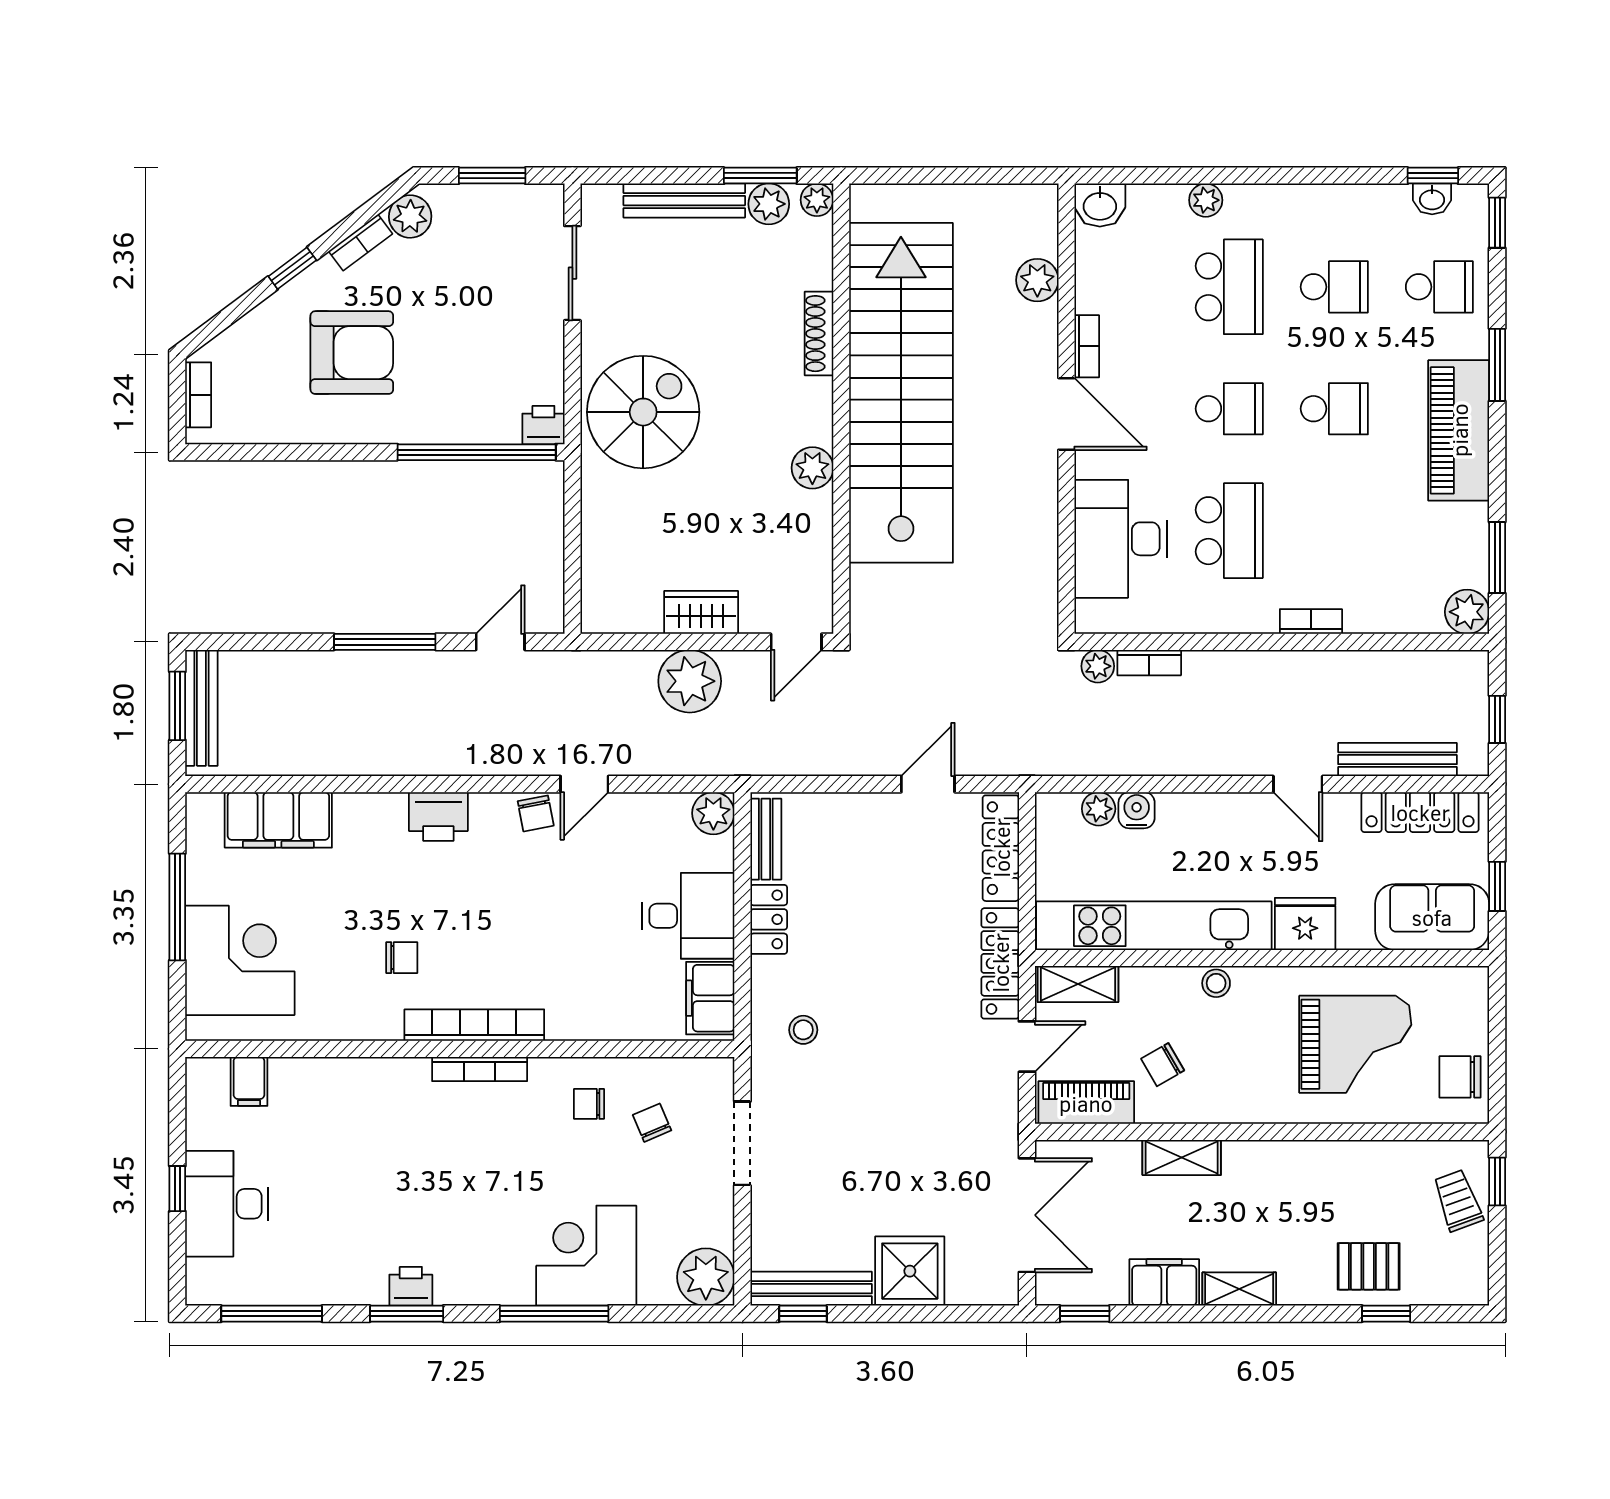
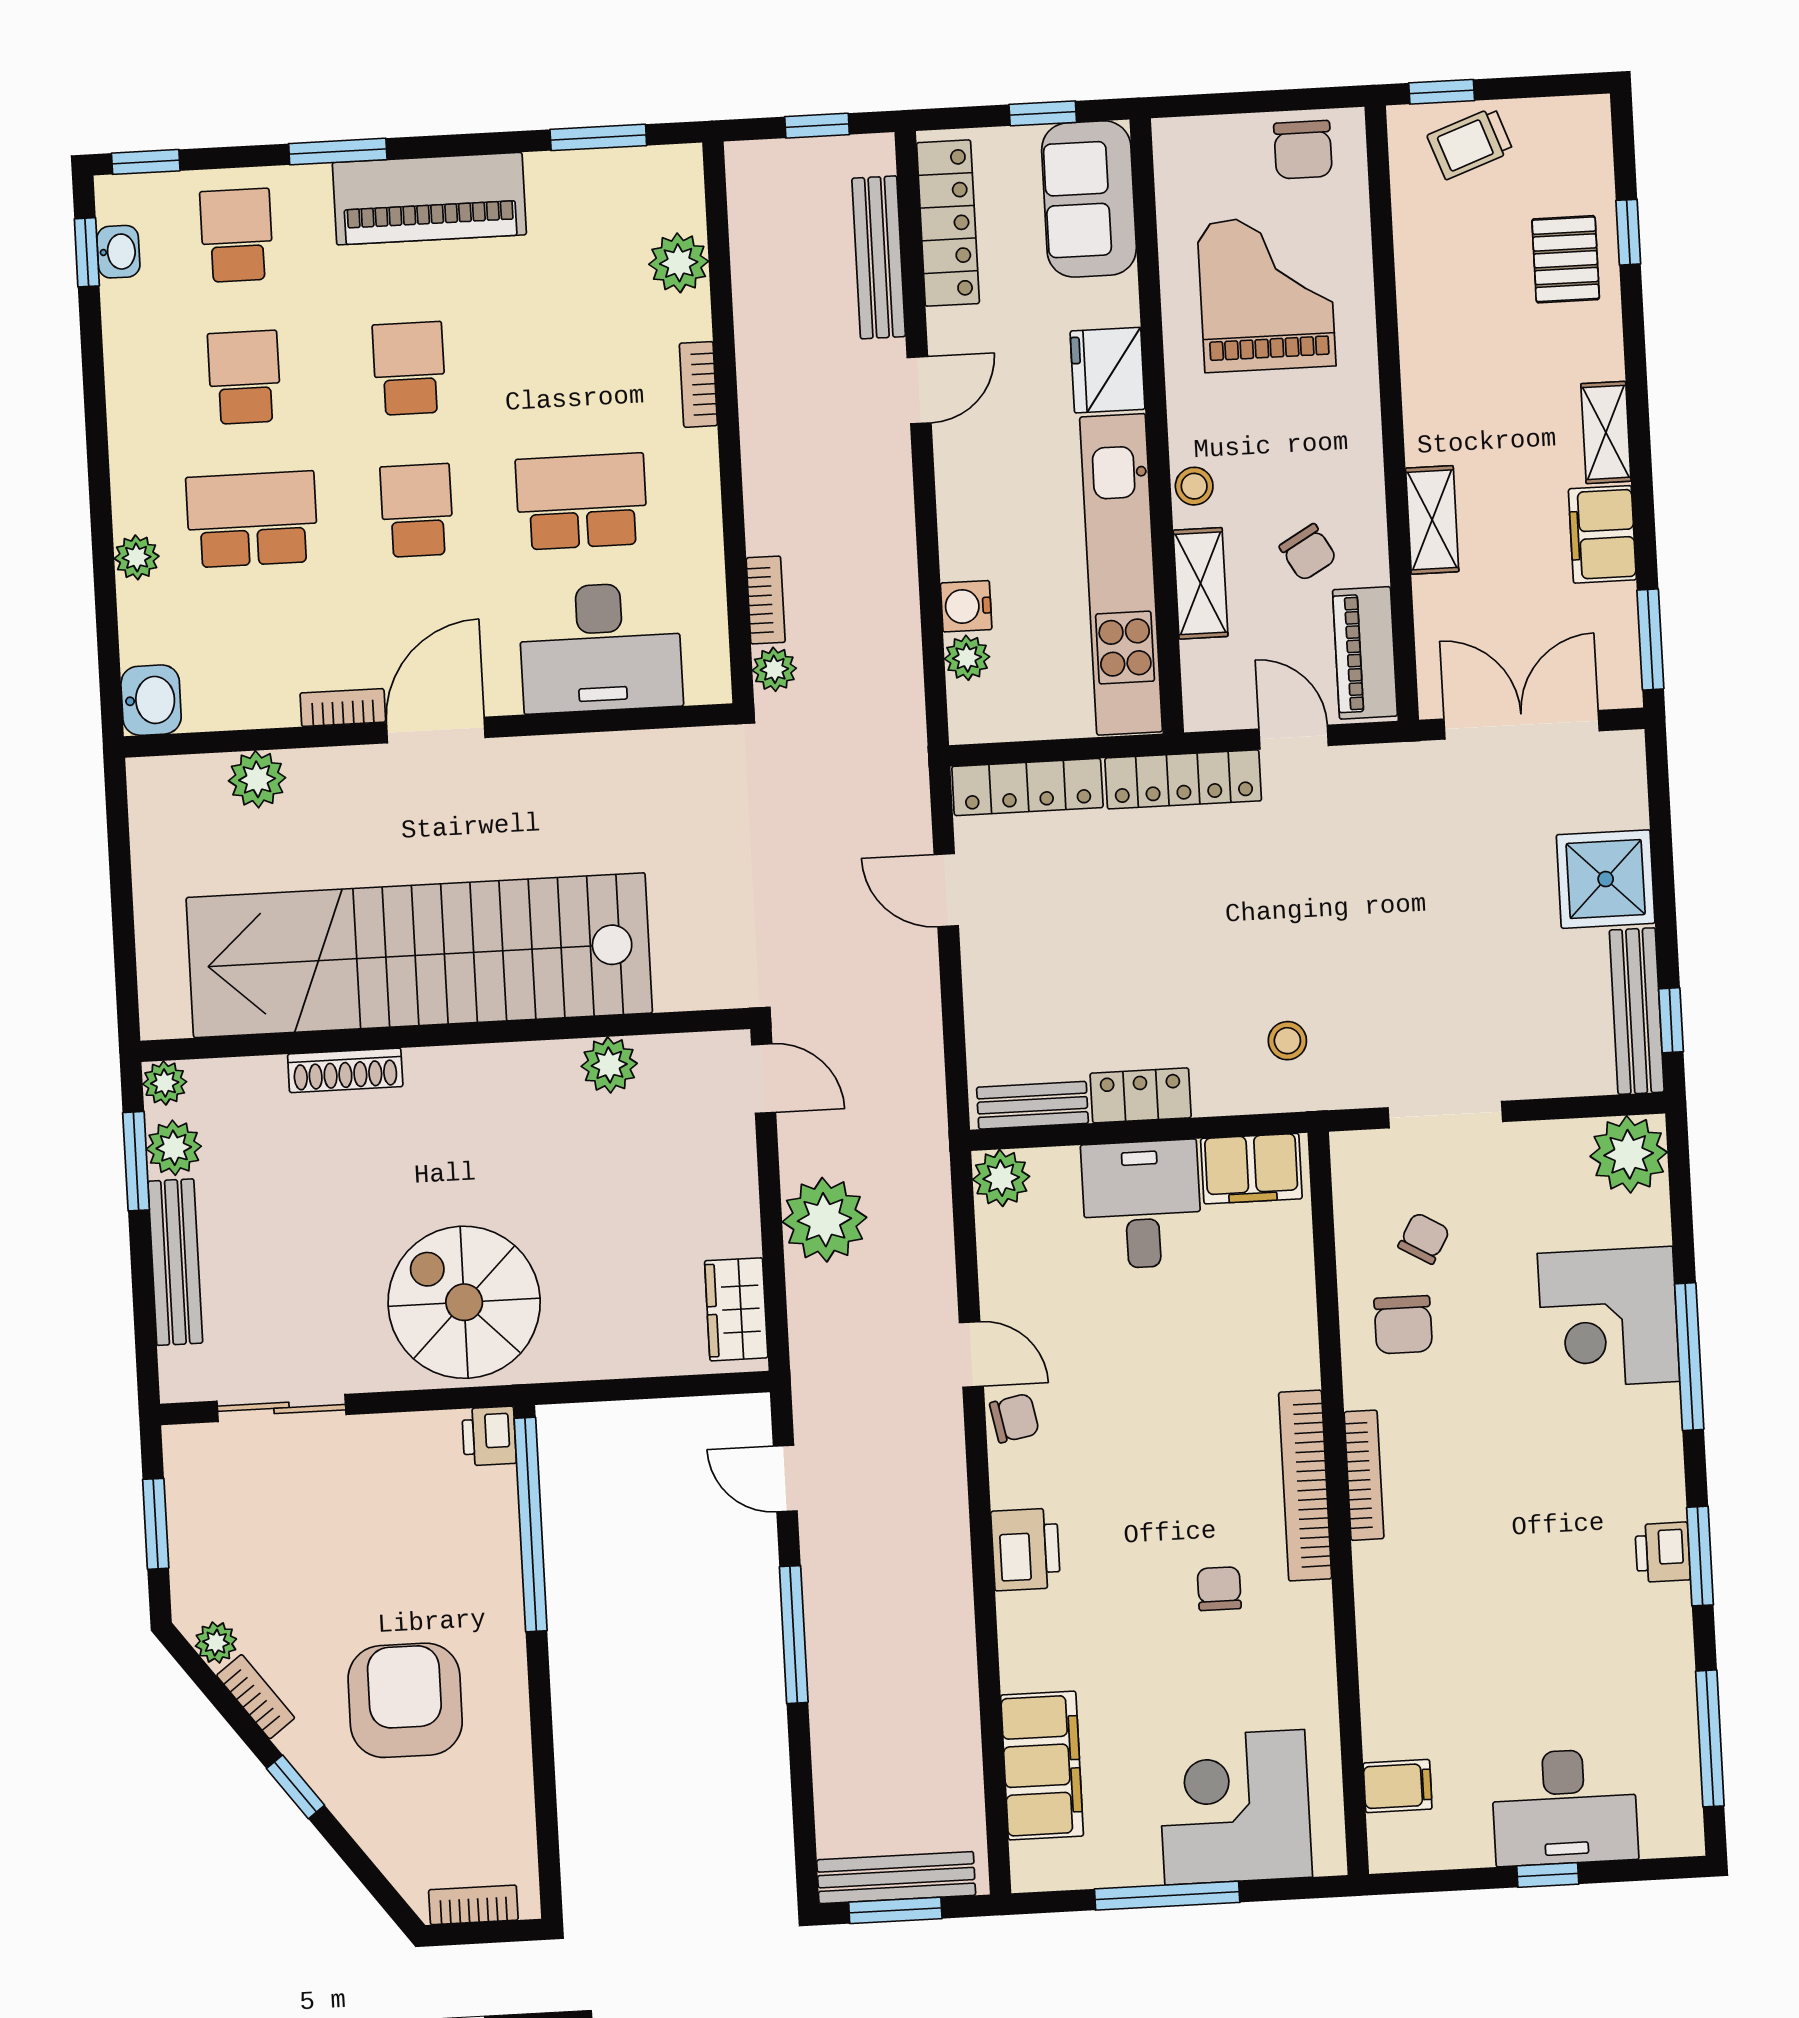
plant: (410, 216) -> (216, 1643), width x0.73, depth x0.73
plant: (812, 468) -> (609, 1065), moved
wardrobe: (701, 612) -> (736, 1309), moved
plant: (1467, 612) -> (679, 263), moved
shelving: (1078, 984) -> (1201, 583), moved
chair: (589, 1104) -> (1403, 1325), width x1.37, depth x1.37
chair: (652, 1123) -> (1424, 1238), turned 143
window: (1085, 1314) -> (1650, 640), width x1.50

